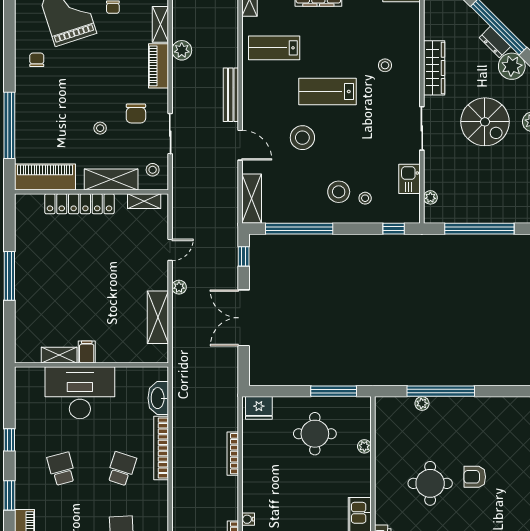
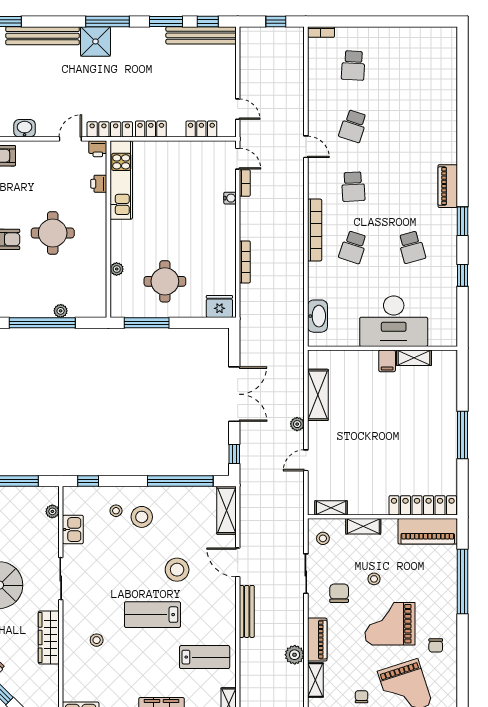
grand piano: (84, 82) -> (390, 624), added
lab bench: (328, 92) -> (153, 615), turned 180
shelving: (111, 179) -> (363, 526), width x0.67, depth x0.75
locker: (79, 204) -> (423, 505), moved
bookcase: (161, 448) -> (315, 230), moved

